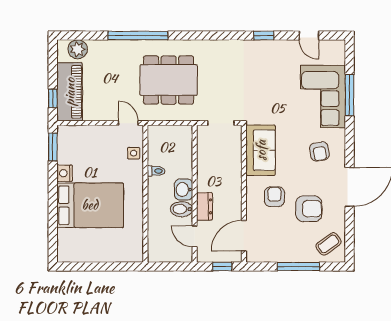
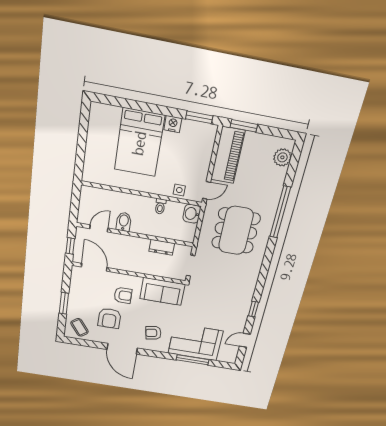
piano: (70, 92) -> (228, 155), moved, turned -90
window: (53, 98) -> (244, 126), width x1.50
washbasin: (184, 190) -> (192, 214), moved, turned -90
dresser: (204, 206) -> (162, 247), moved
window: (298, 267) -> (64, 303), width x0.69

